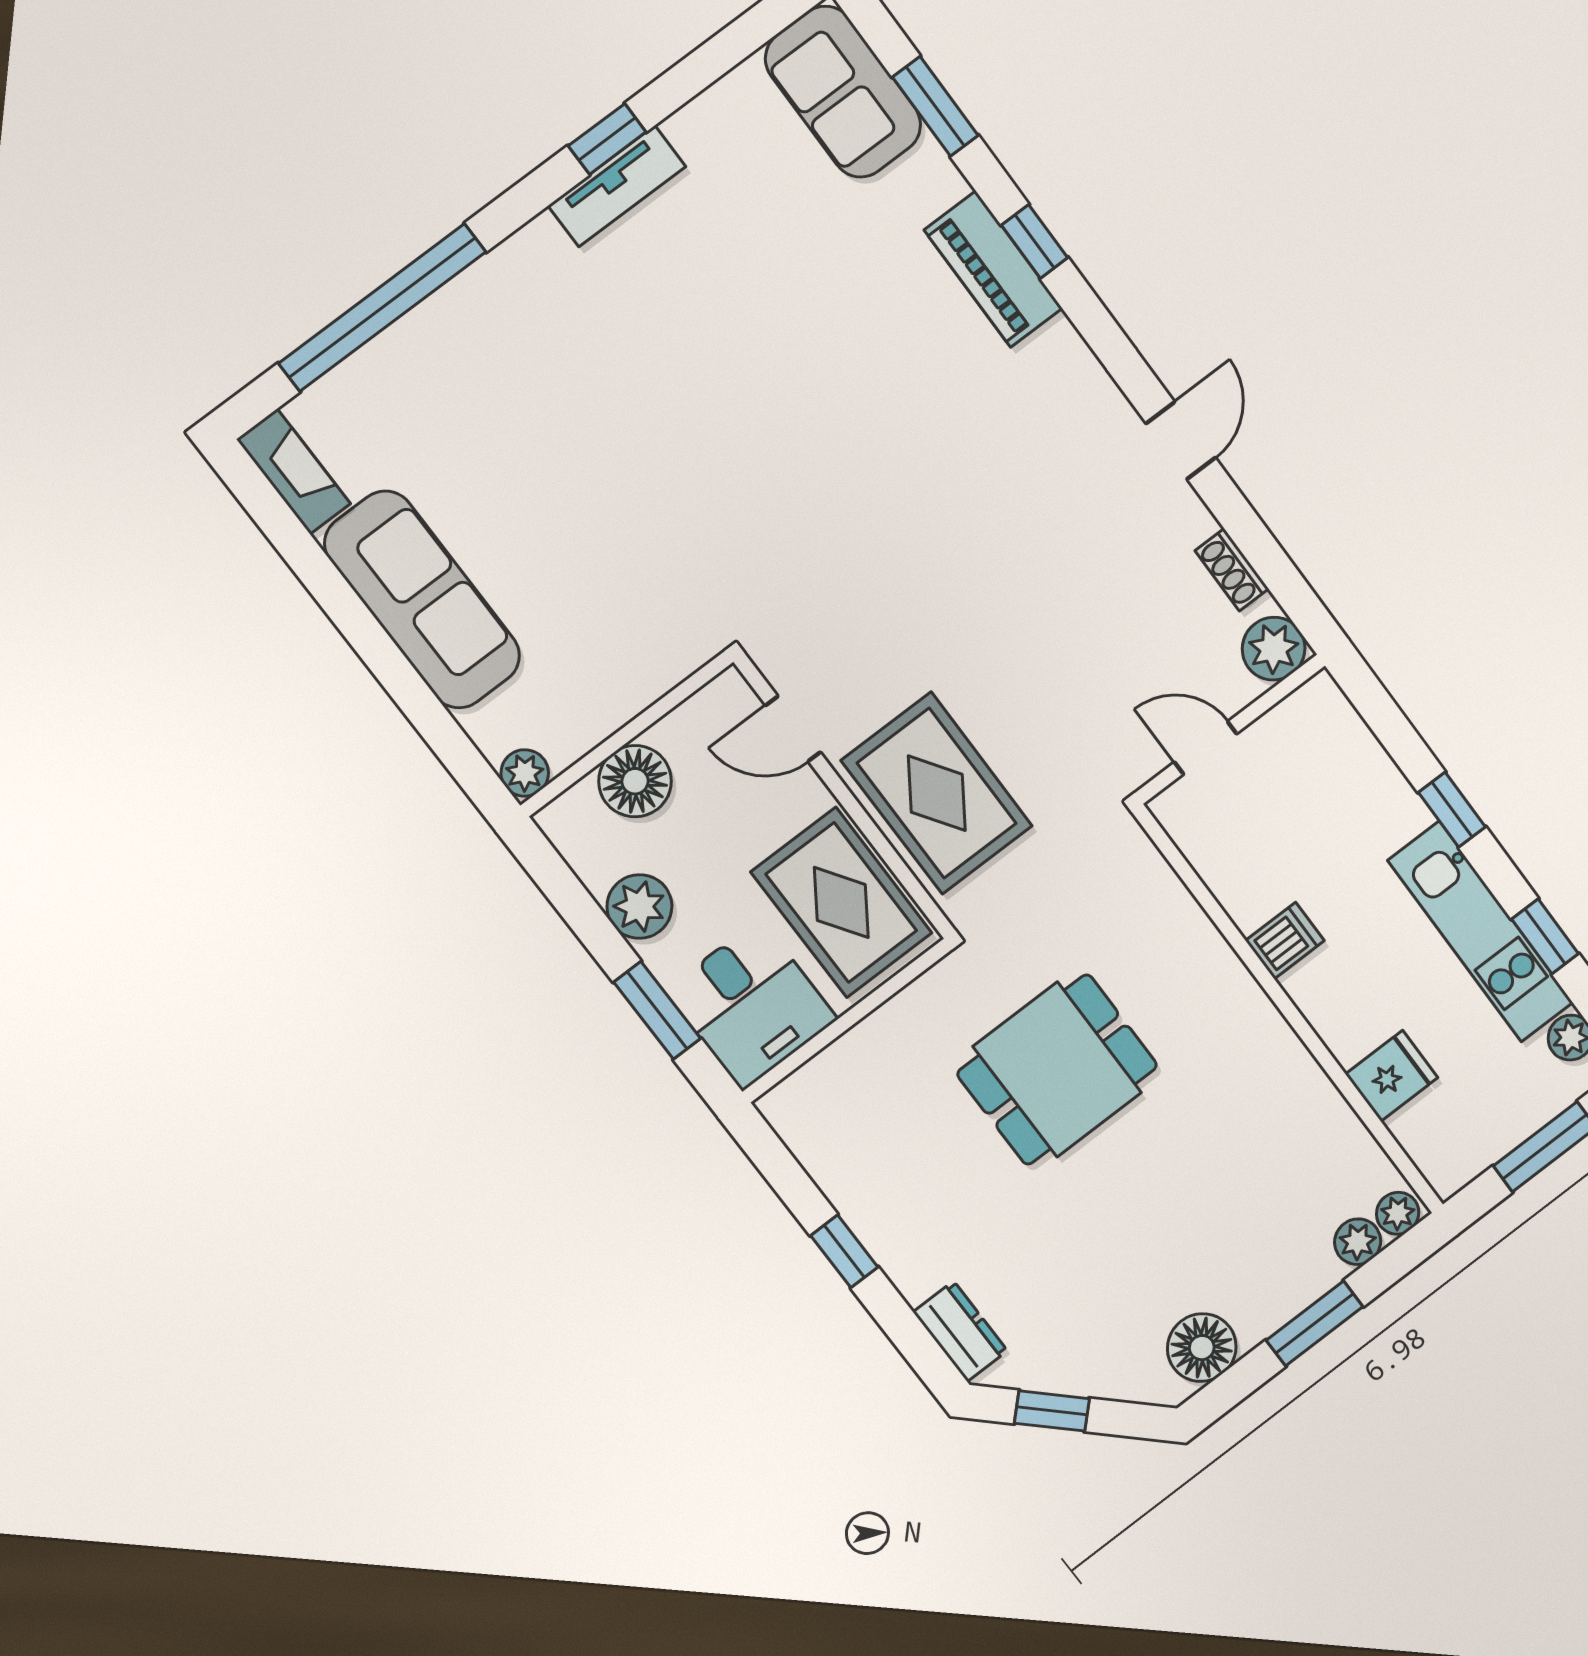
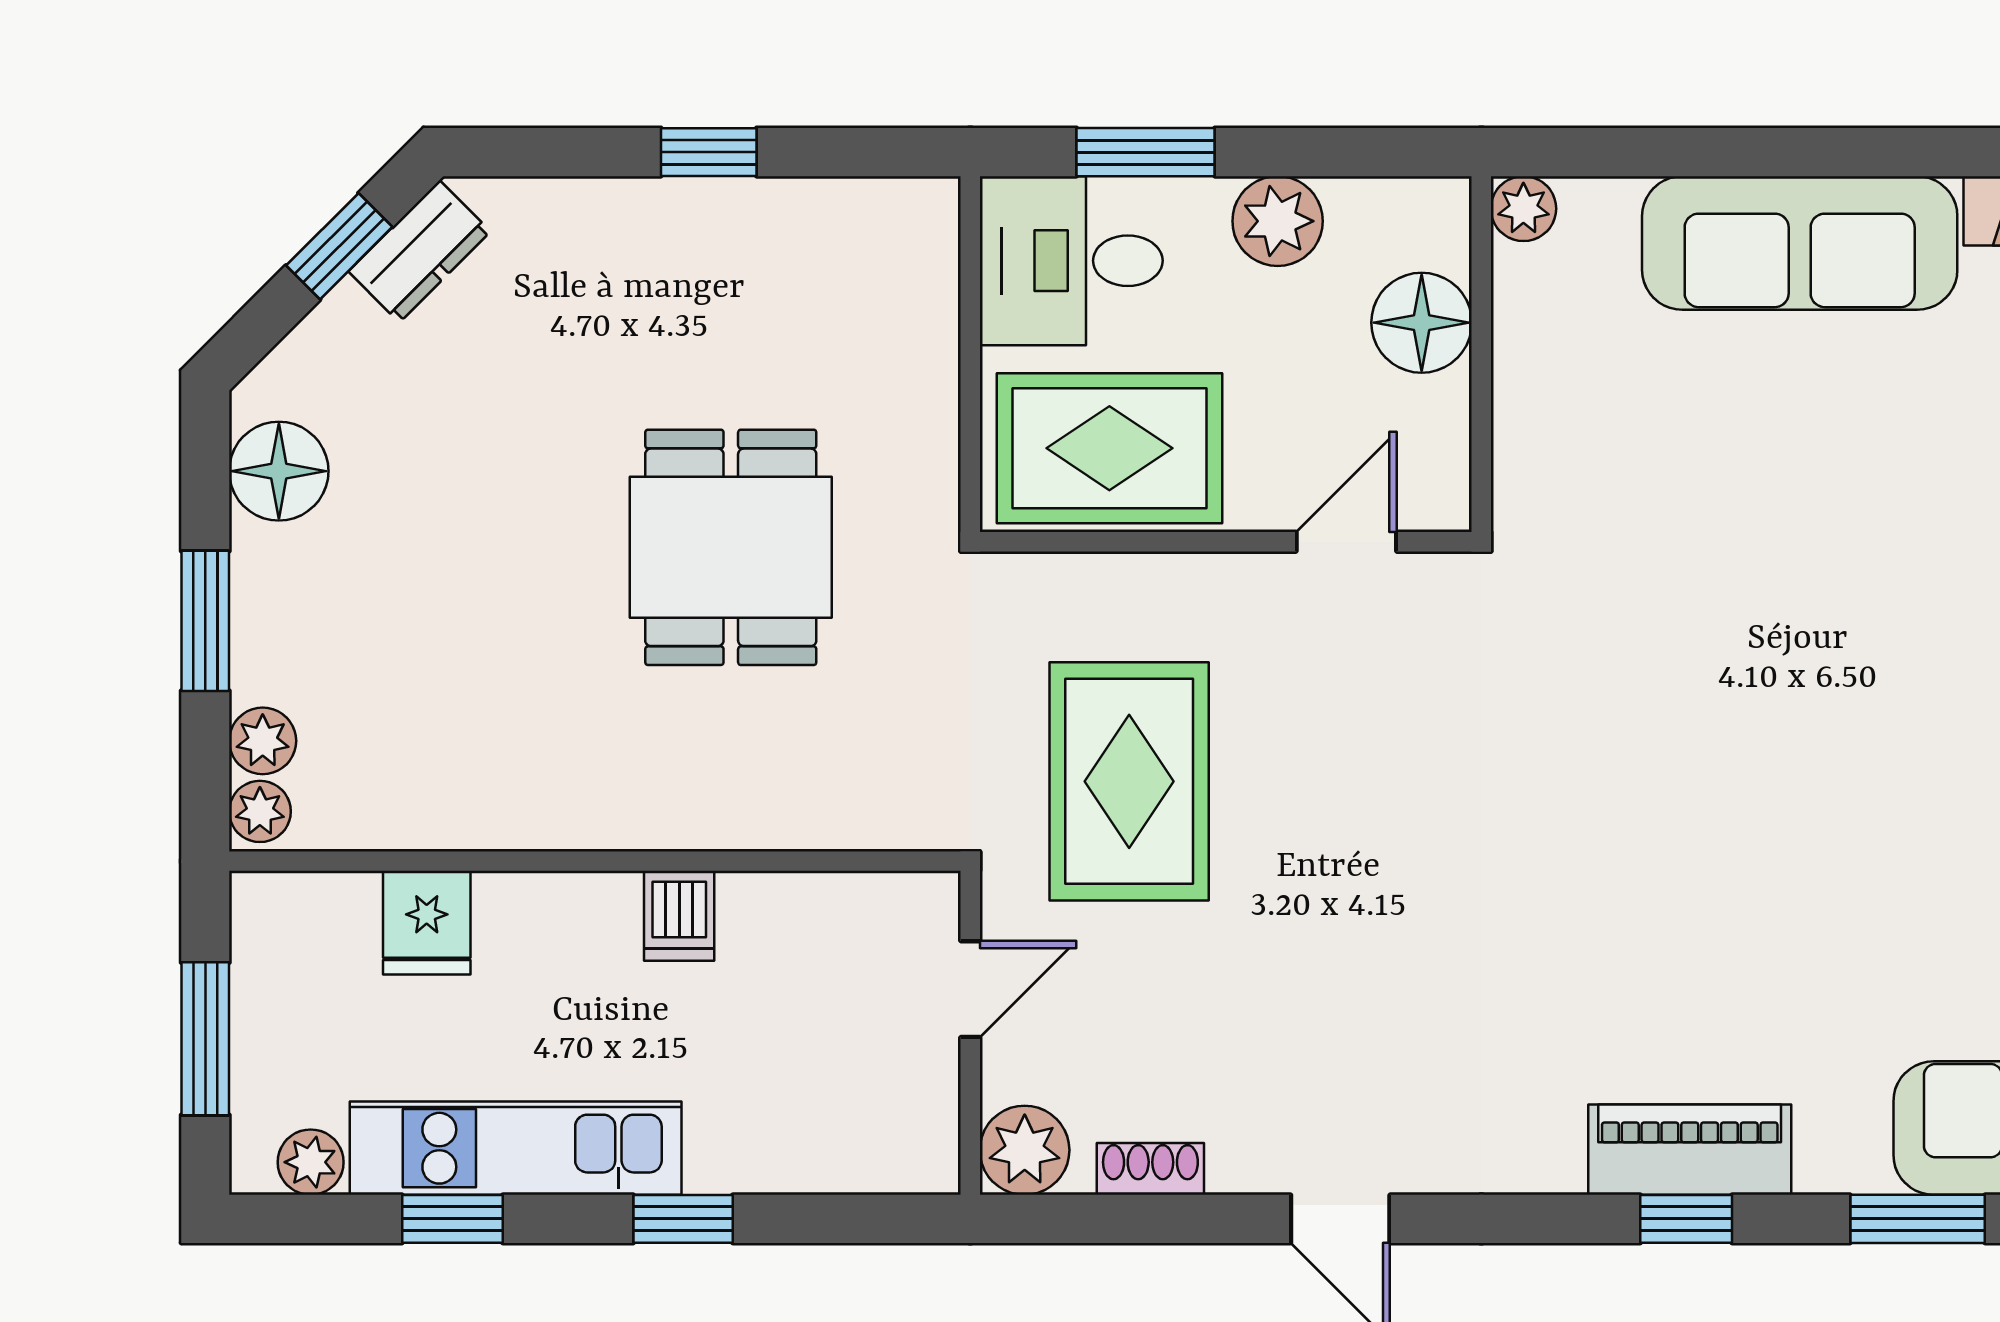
rug: (937, 793) -> (1129, 781), moved, turned 90
dresser: (960, 1331) -> (419, 251), moved, turned -45

